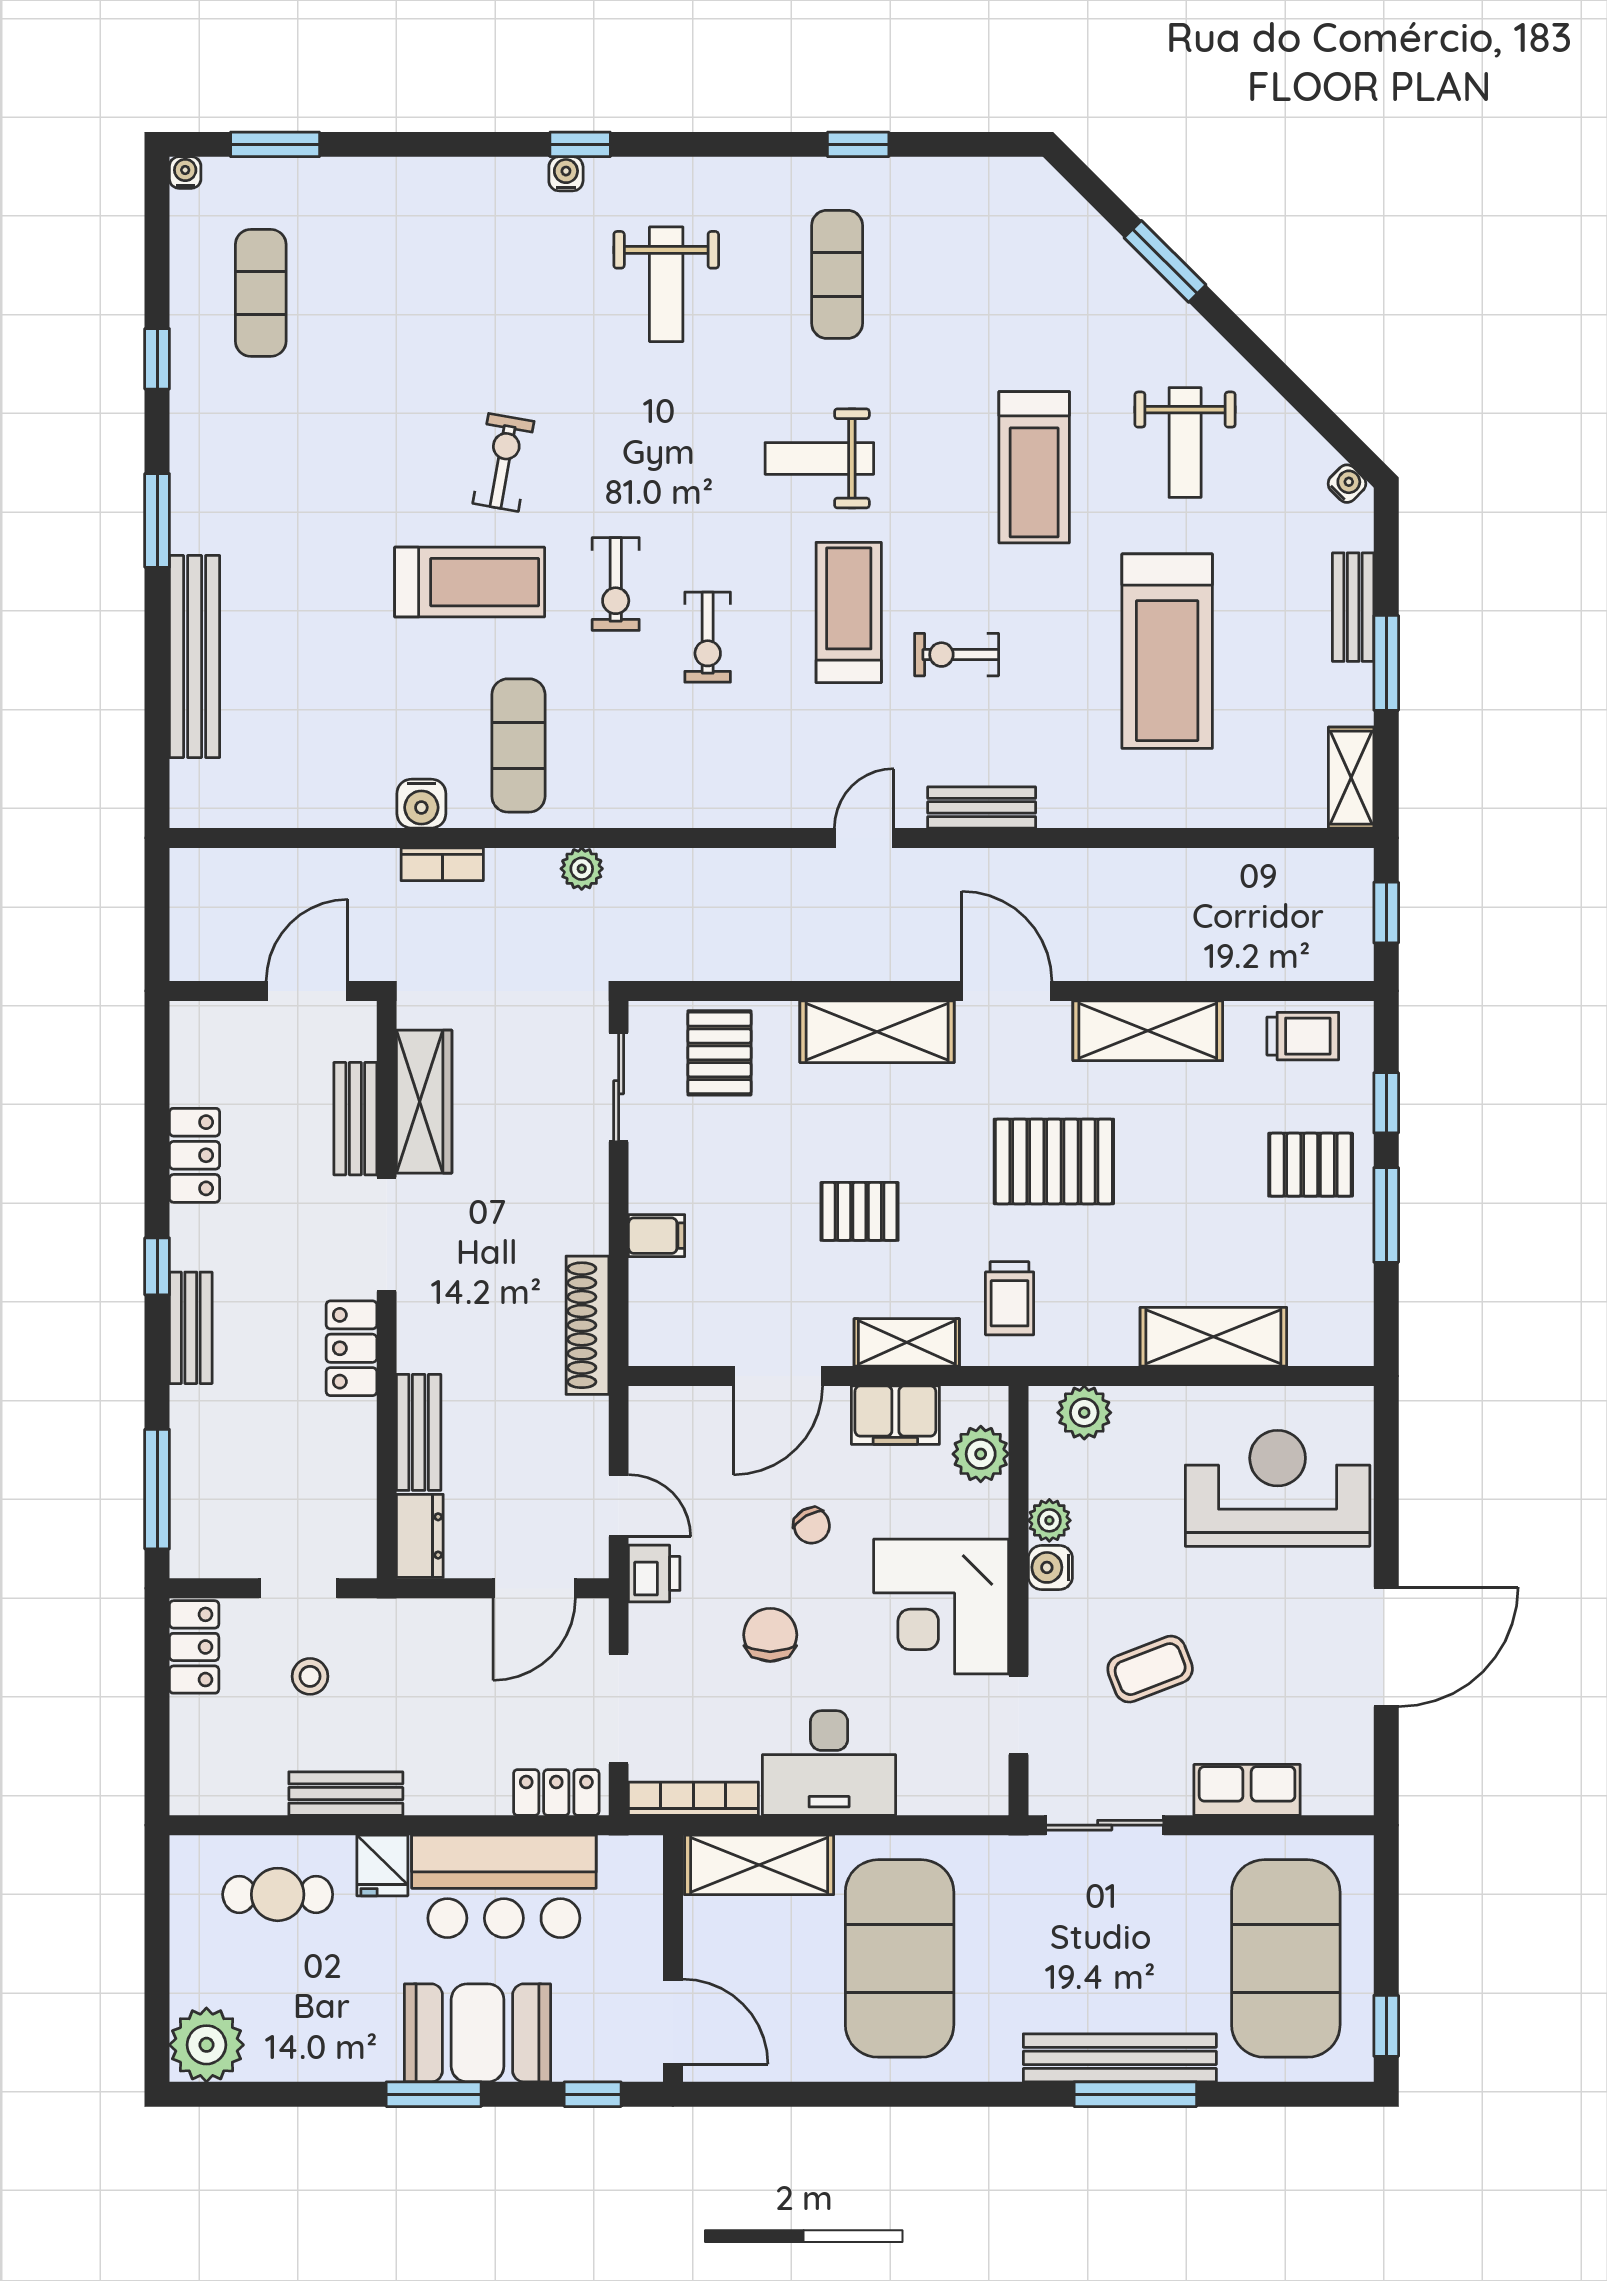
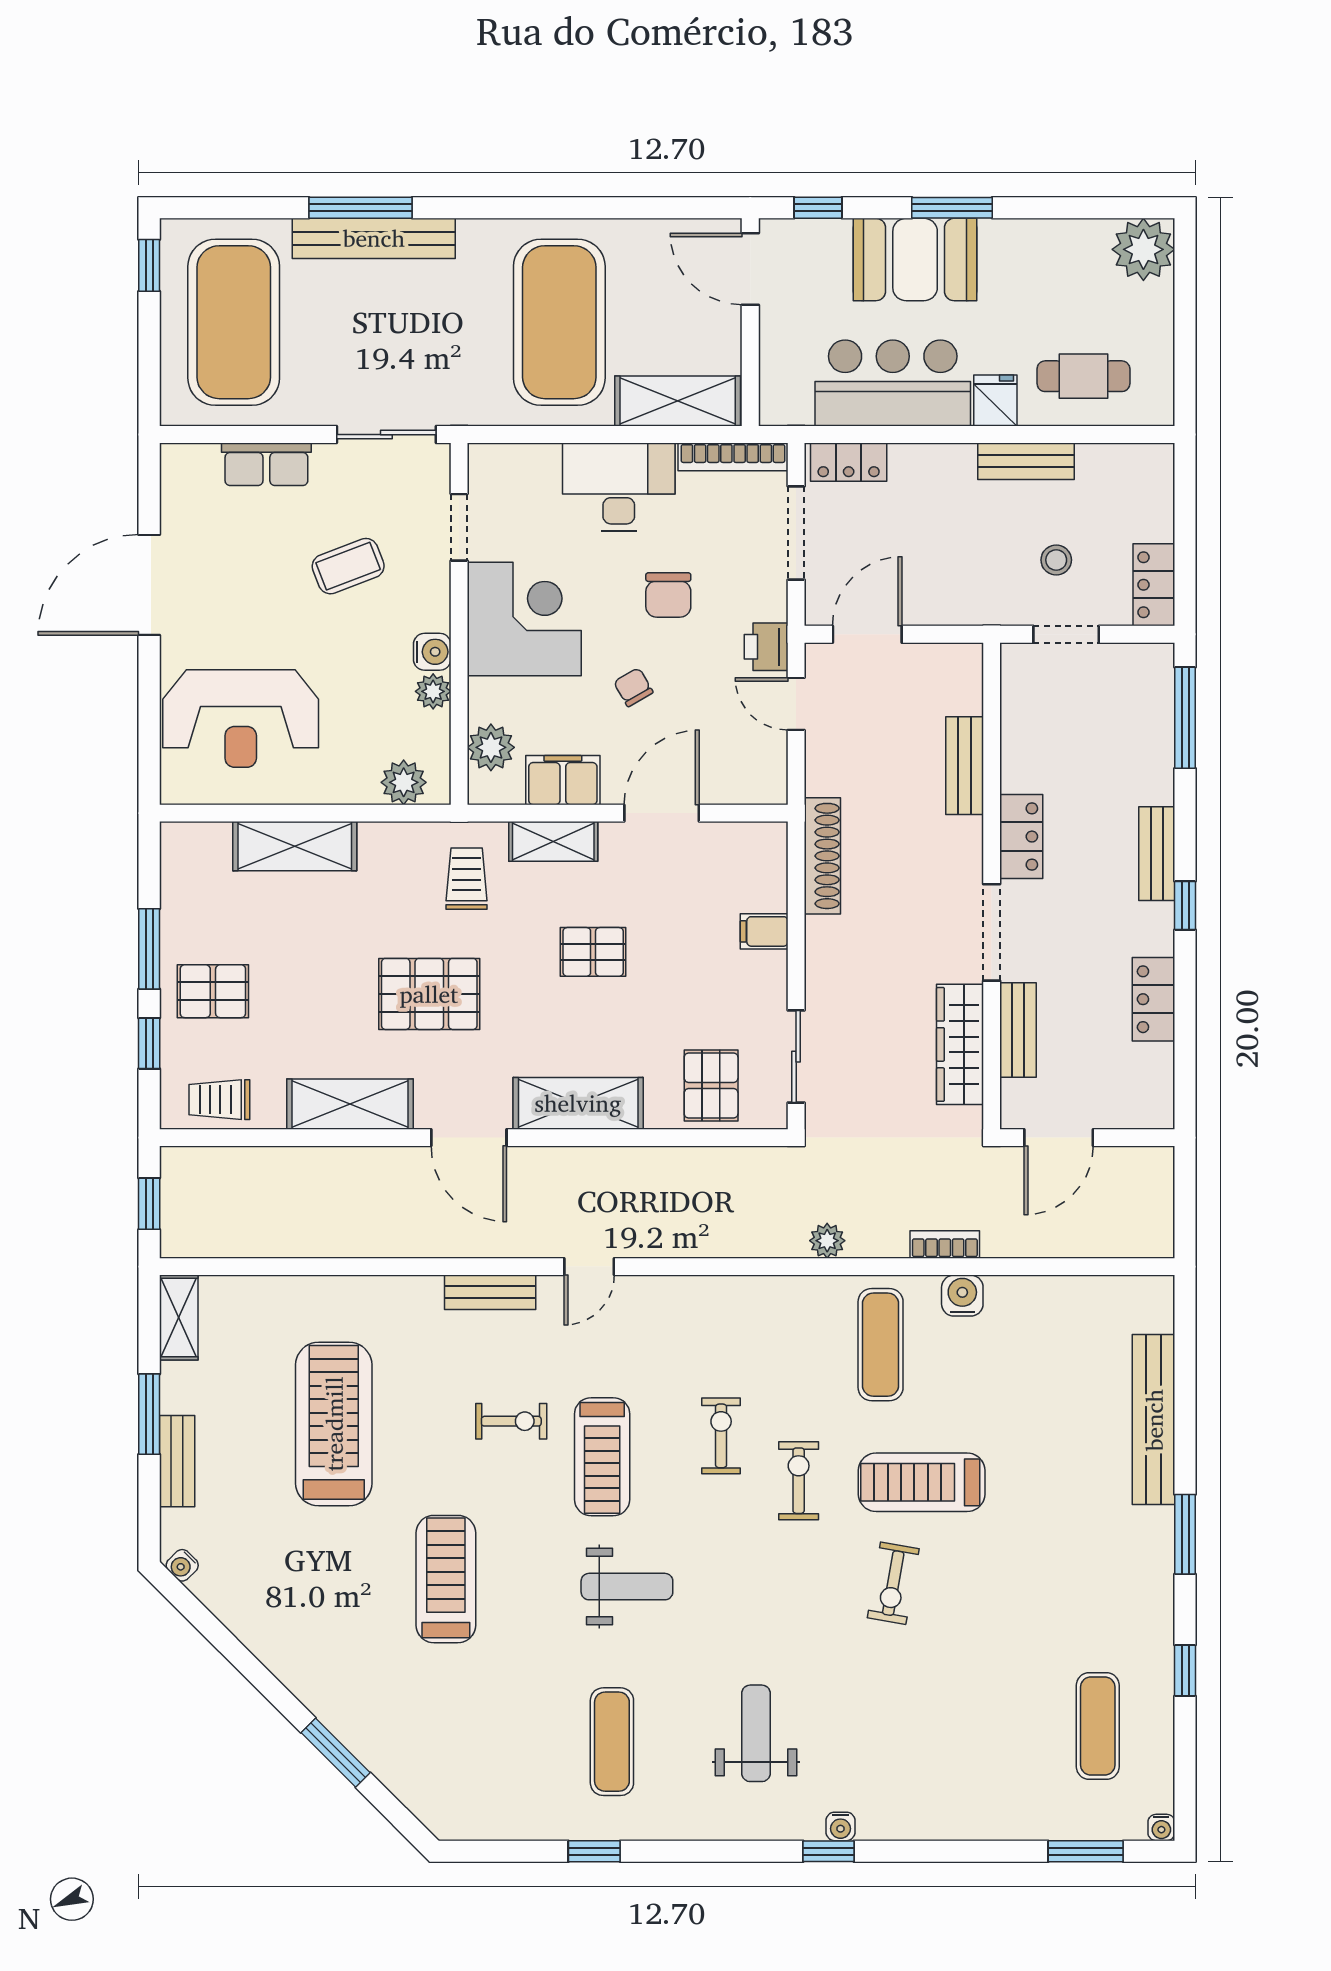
weight bench: (1185, 442) -> (319, 1600), removed
dresser: (420, 1536) -> (964, 678), removed

